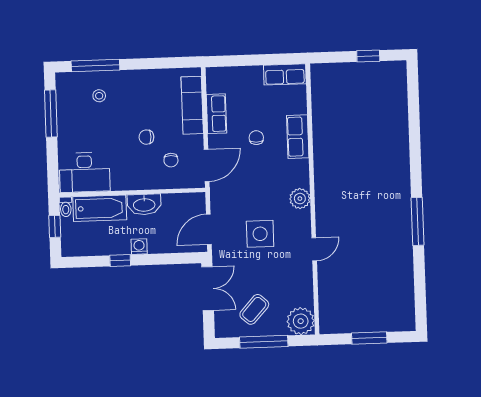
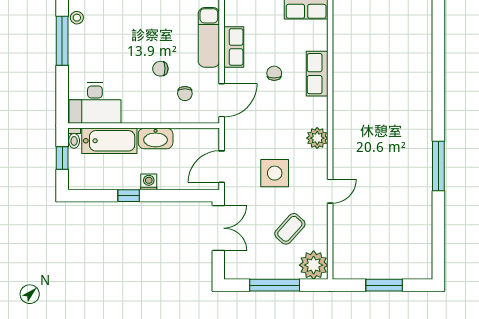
stool: (99, 96) -> (77, 18), moved
coffee table: (254, 309) -> (290, 229), moved

